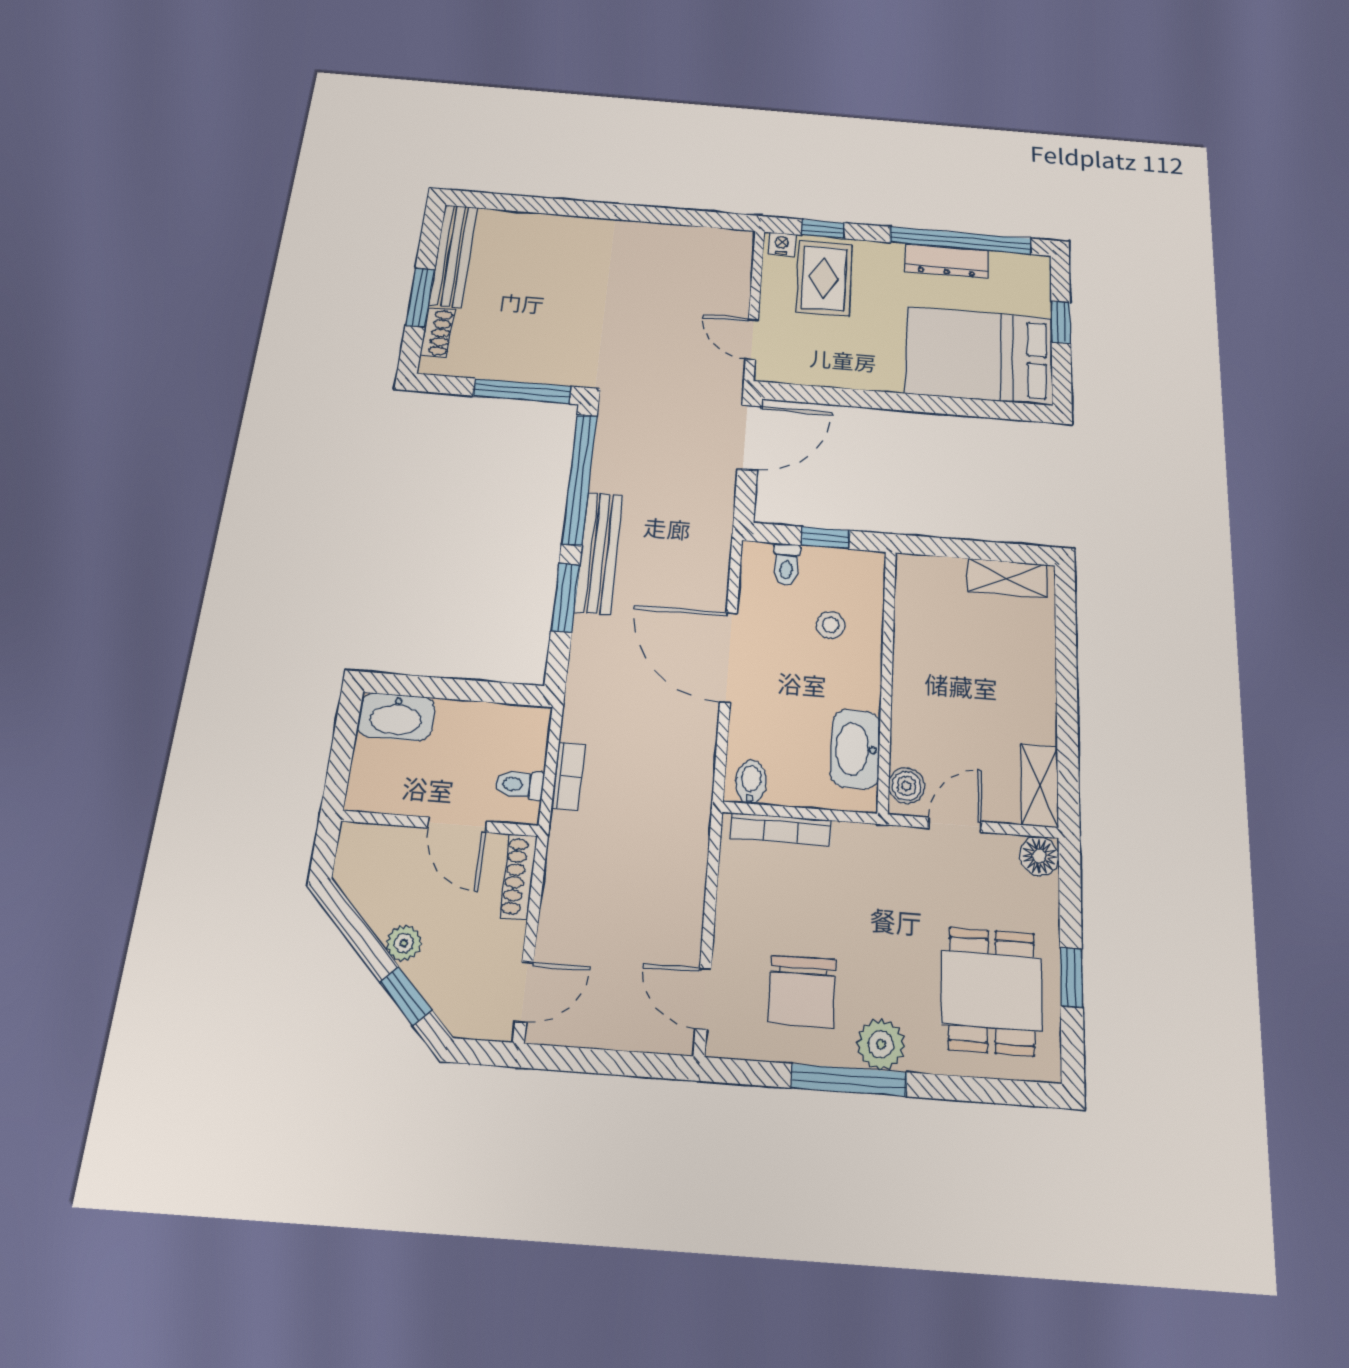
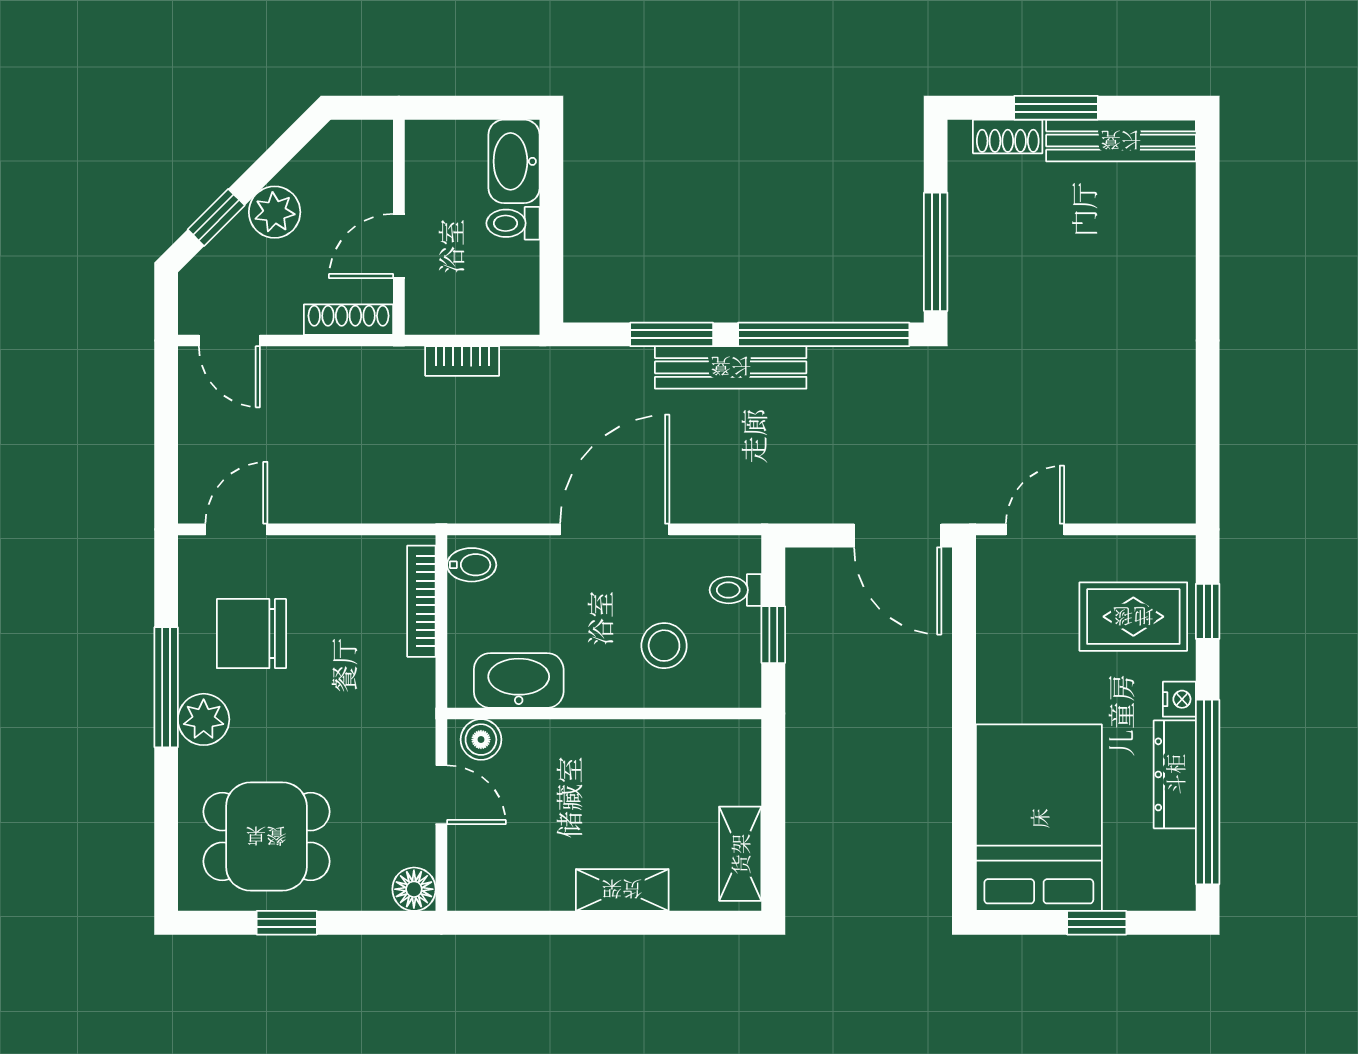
nightstand: (782, 244) -> (1179, 699), moved
stool: (830, 625) -> (664, 646), width x1.37, depth x1.37
toilet: (519, 784) -> (513, 223), moved, turned -90
shelving: (1040, 785) -> (622, 890), moved
plant: (404, 943) -> (275, 212), width x1.38, depth x1.38

